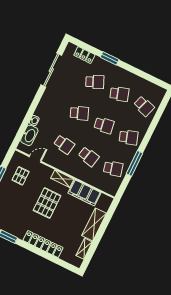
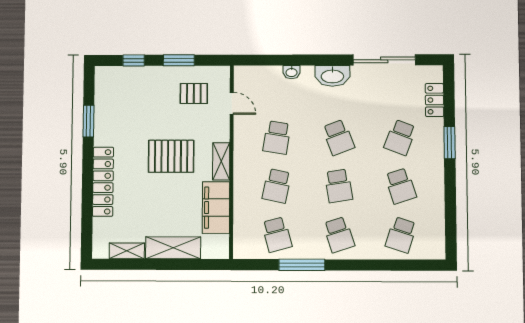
school desk: (95, 82) -> (400, 137), turned 45
washbasin: (29, 135) -> (332, 76), moved

